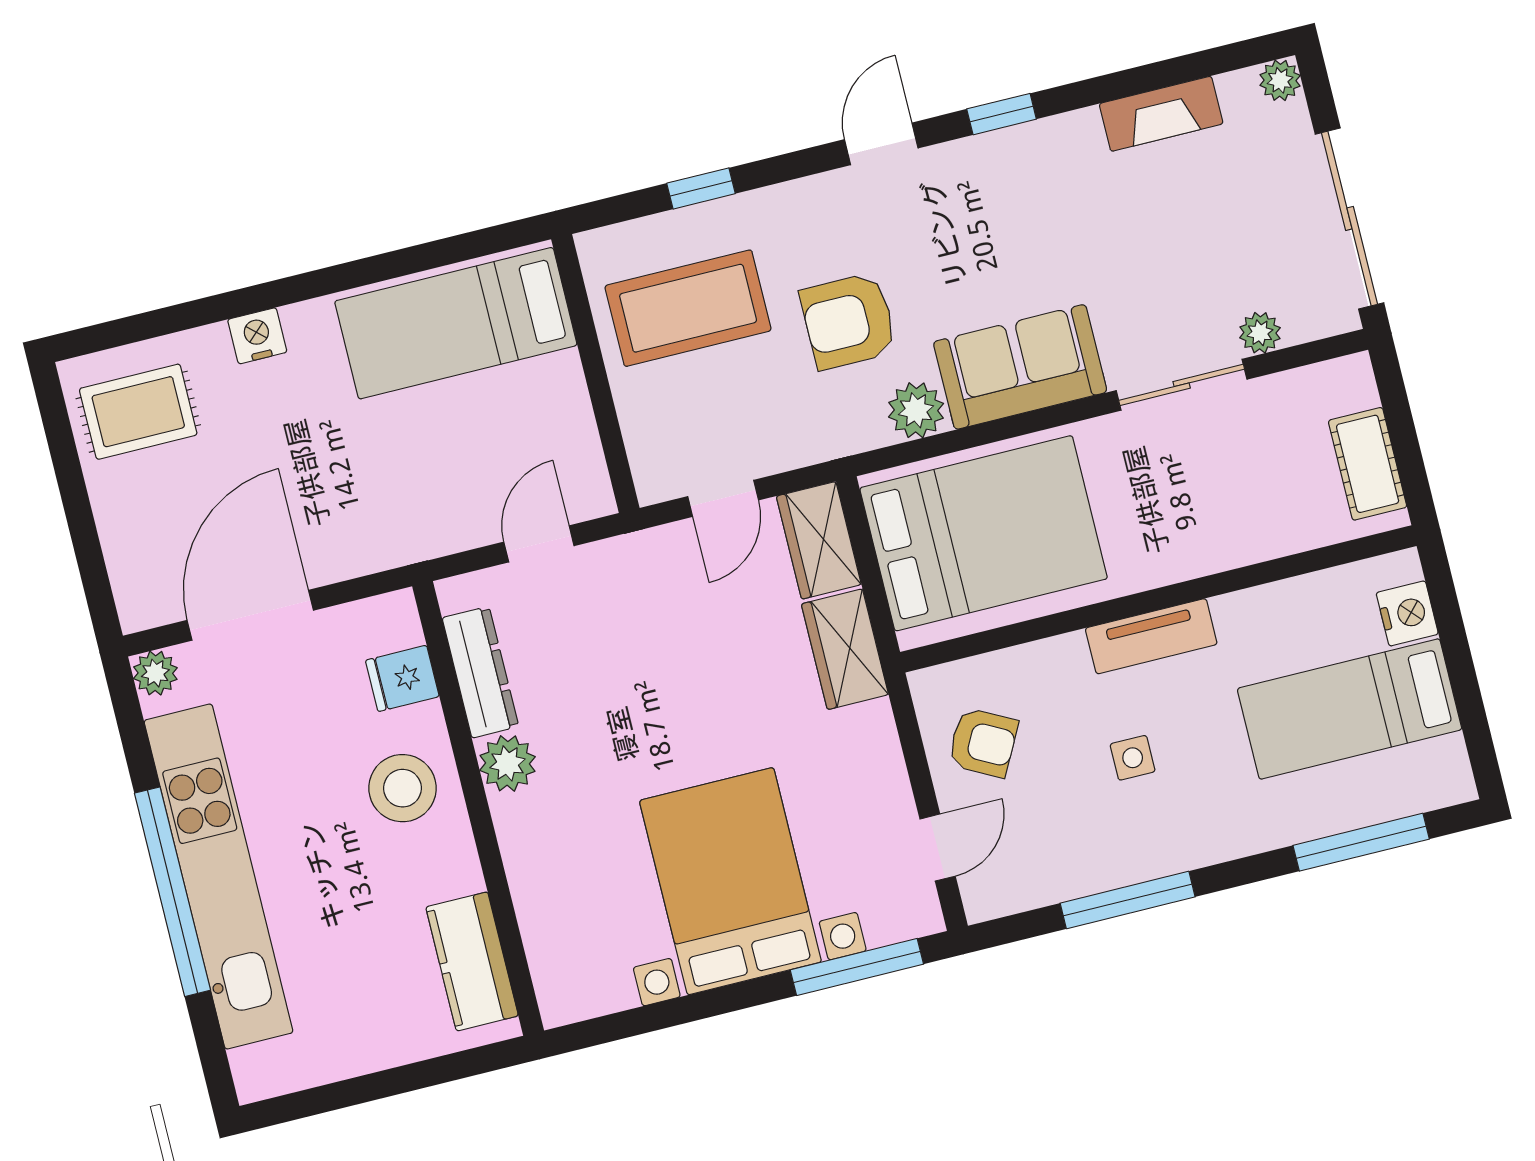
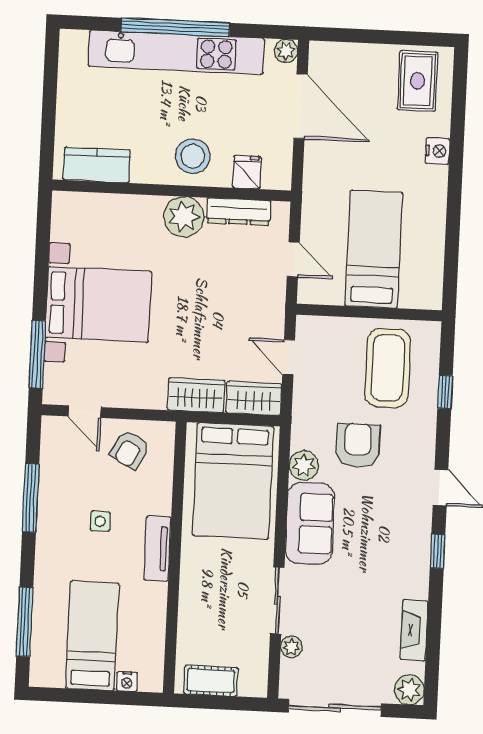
plant: (1280, 80) -> (409, 690), width x1.38, depth x1.38
bed: (456, 323) -> (374, 249), moved
nightstand: (1407, 613) -> (127, 682), width x0.72, depth x0.74
plant: (508, 763) -> (184, 217), width x1.36, depth x1.36

